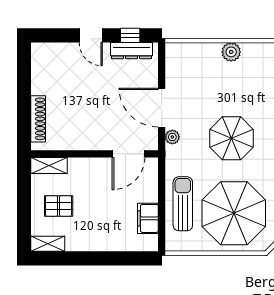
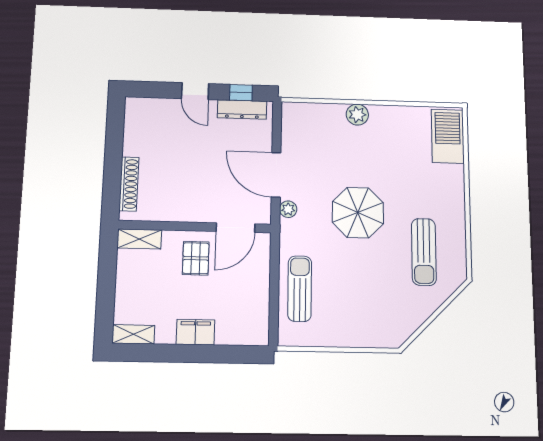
pallet: (59, 206) -> (196, 258), moved, turned 90
parasol: (234, 213) -> (361, 301), removed
filing cabinet: (148, 218) -> (196, 332), moved, turned 90

